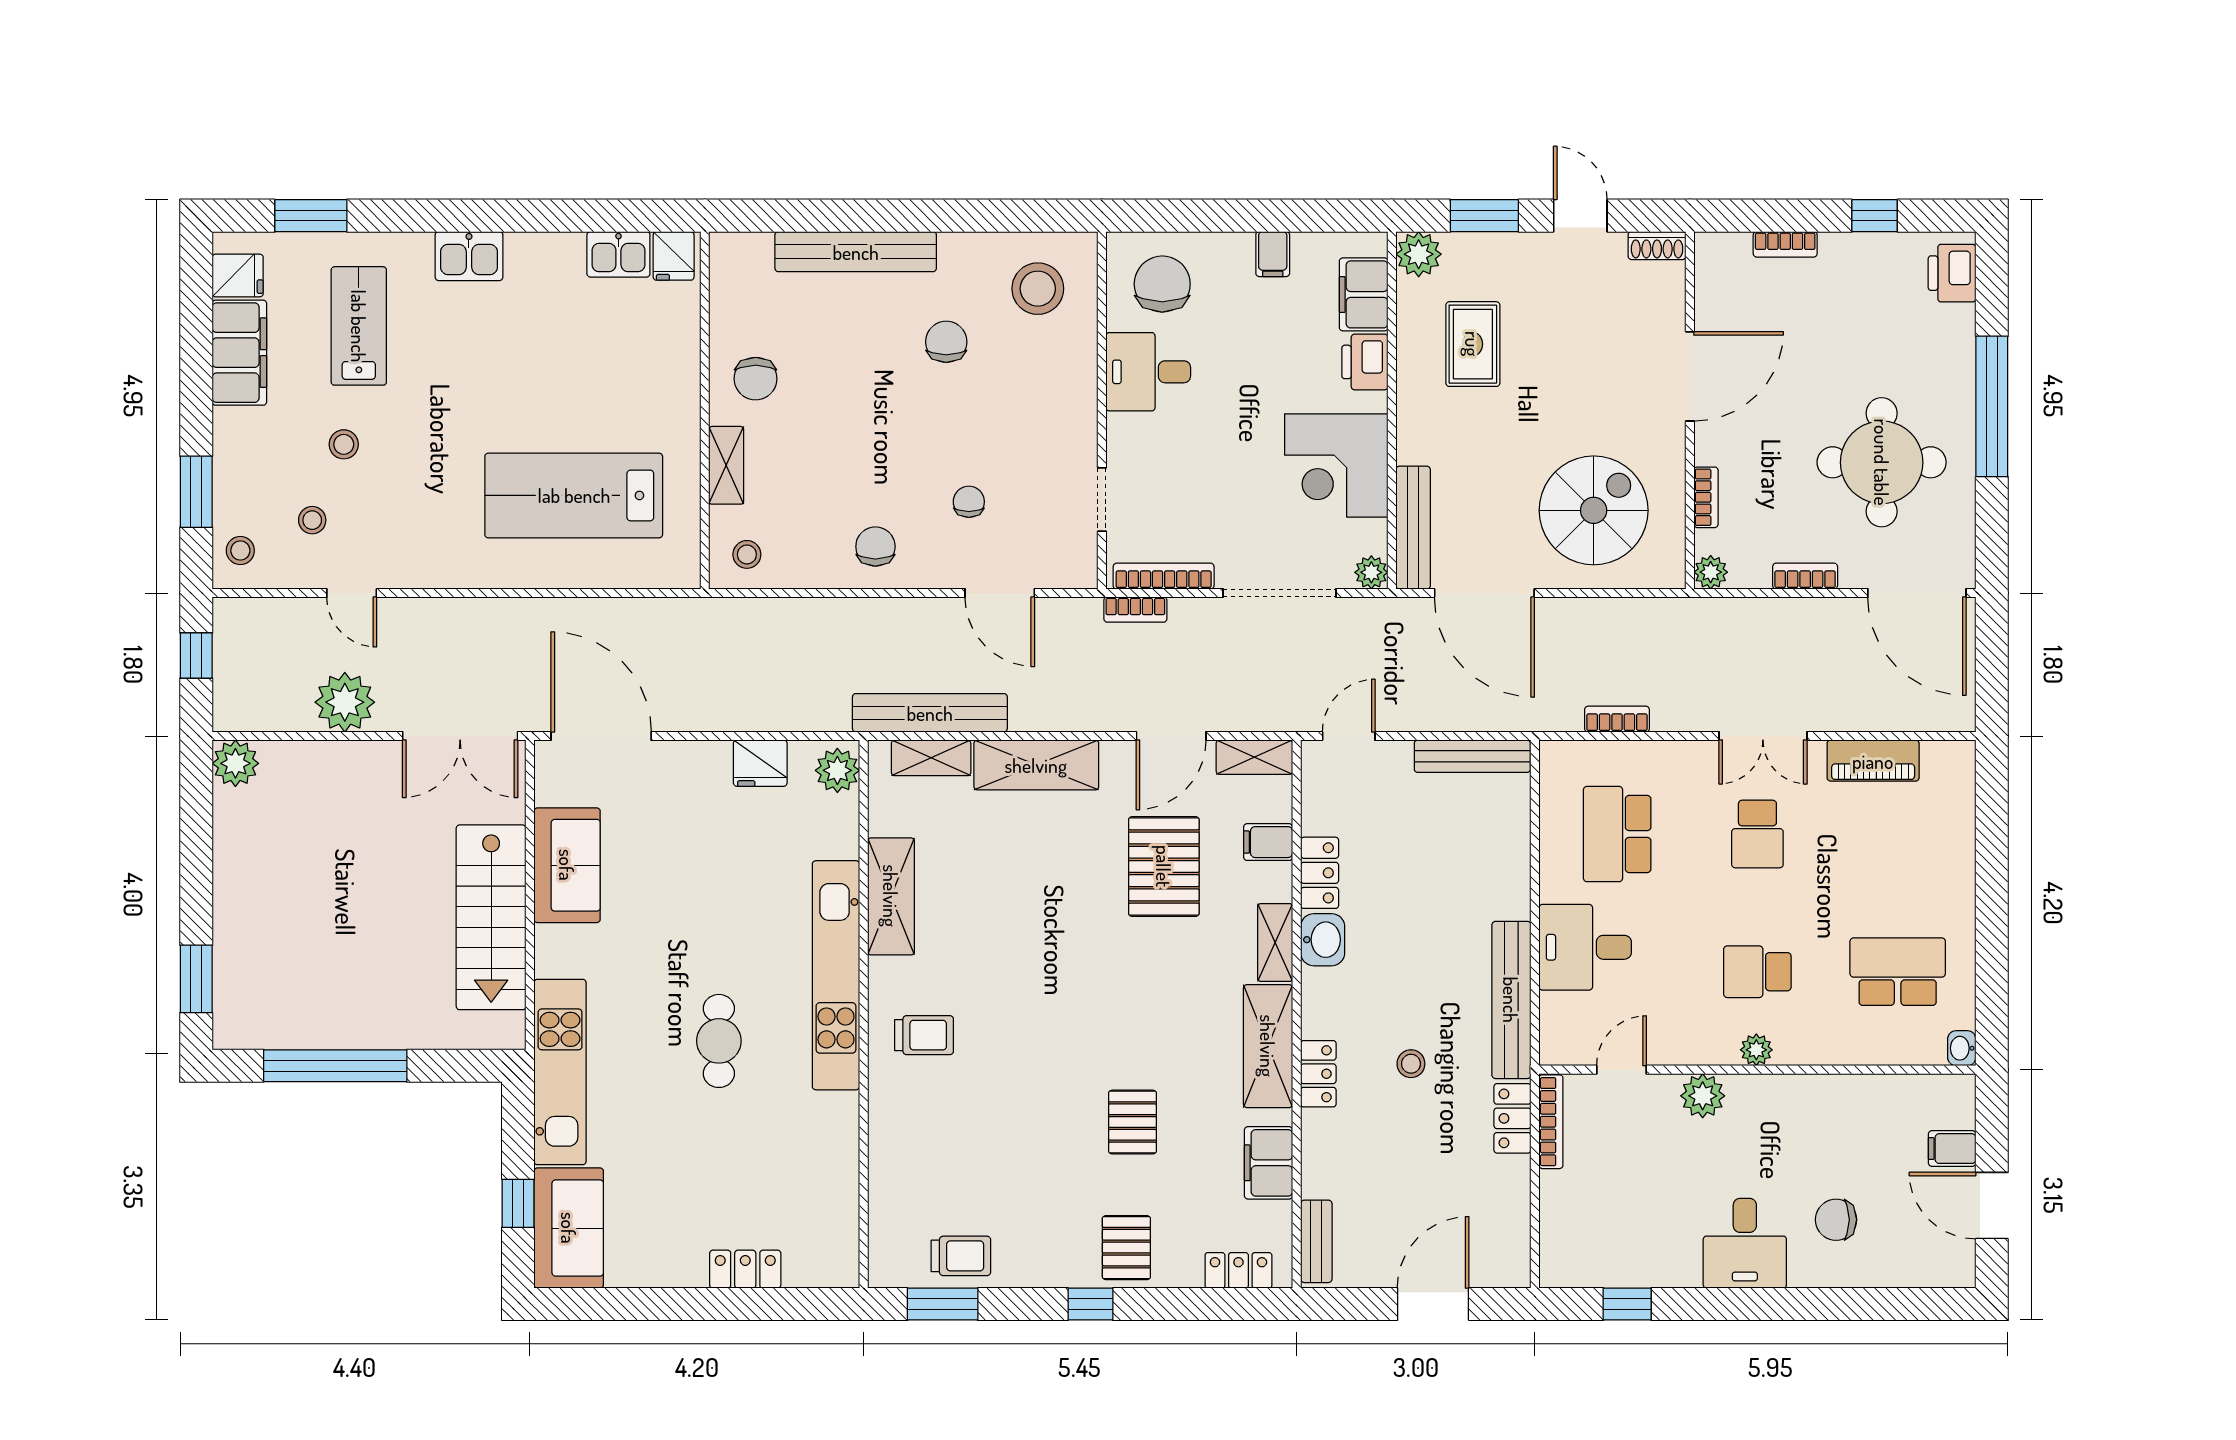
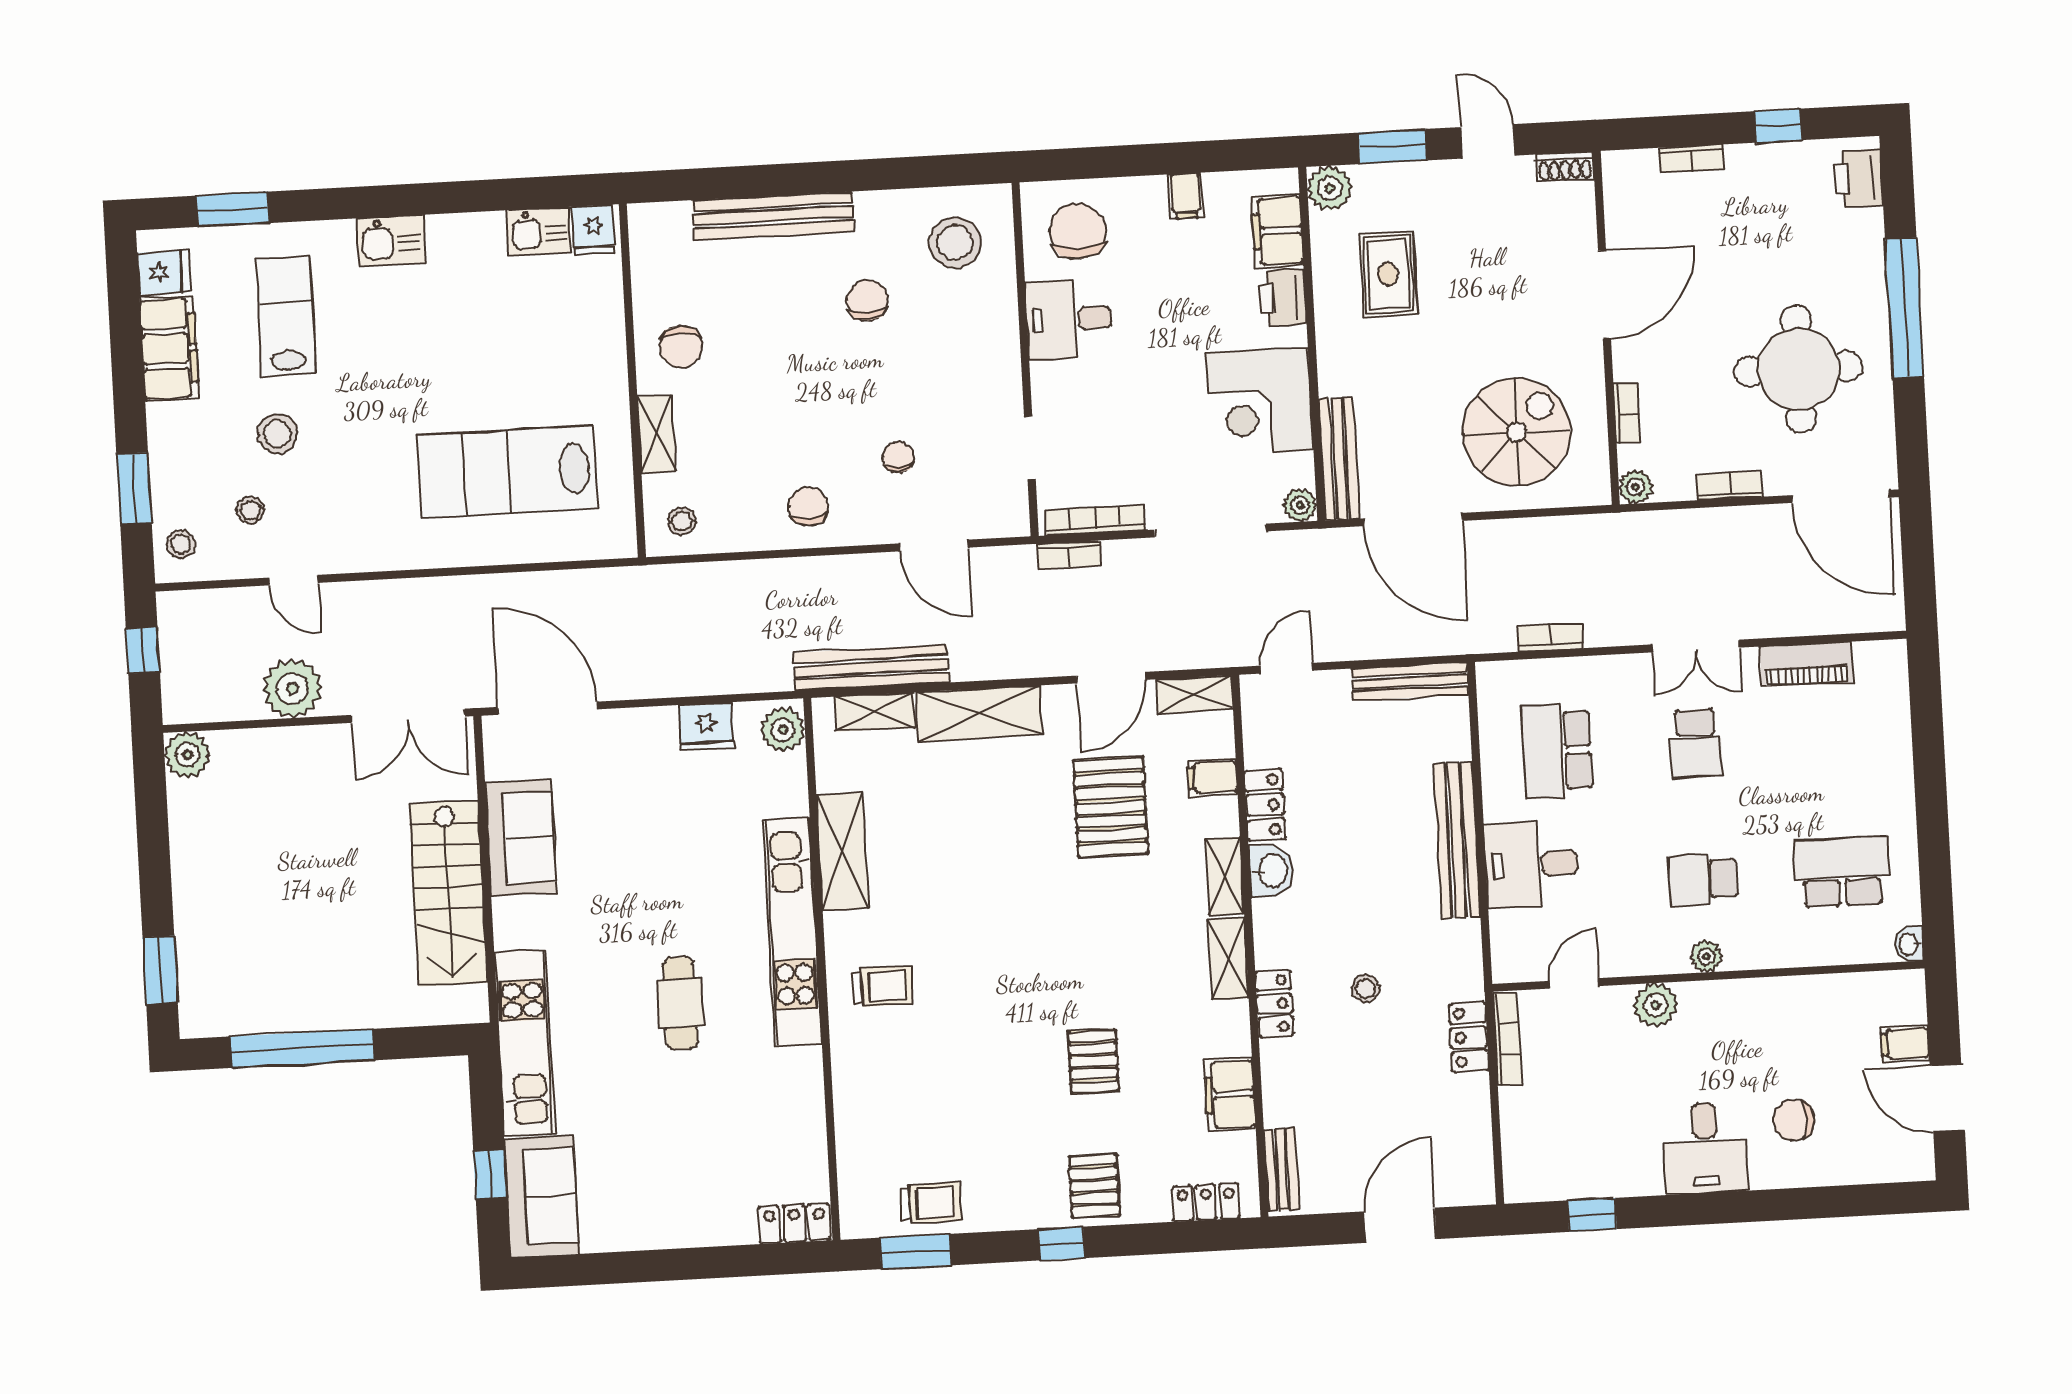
stool: (344, 444) -> (277, 434), width x1.37, depth x1.37
bench: (1511, 1000) -> (1457, 840), moved
shelving: (1268, 1046) -> (1228, 958), width x0.67, depth x0.75
locker: (745, 1269) -> (794, 1223), moved

